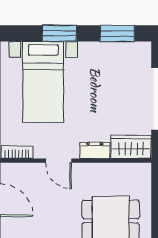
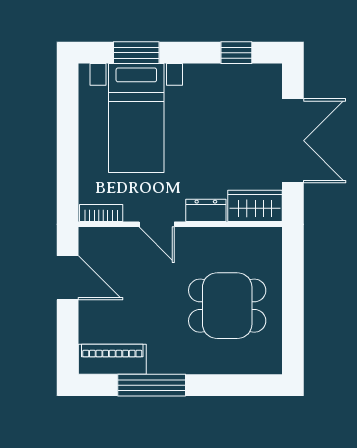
window: (59, 33) -> (136, 53), moved
window: (117, 33) -> (236, 53), width x0.67

